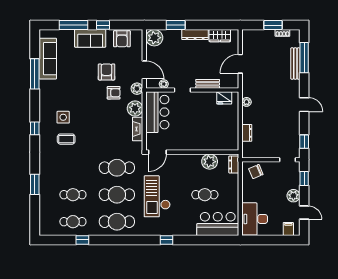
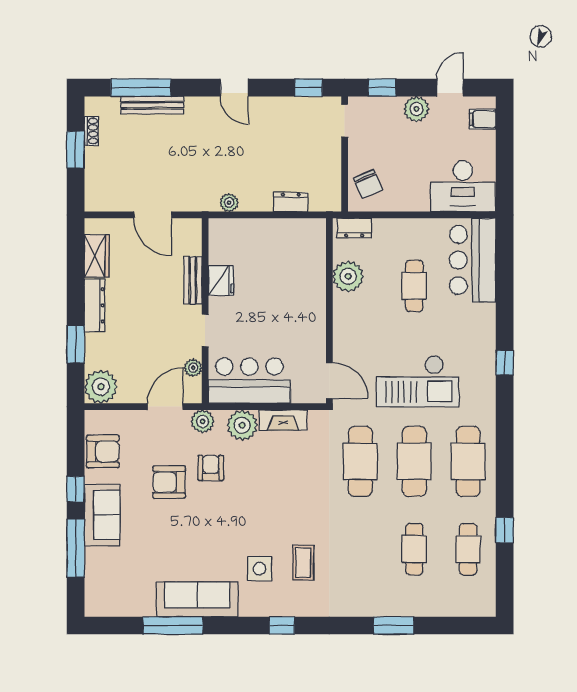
sofa: (48, 59) -> (197, 599), moved
fridge: (224, 98) -> (221, 281), moved
door: (304, 105) -> (234, 88), swing flipped

